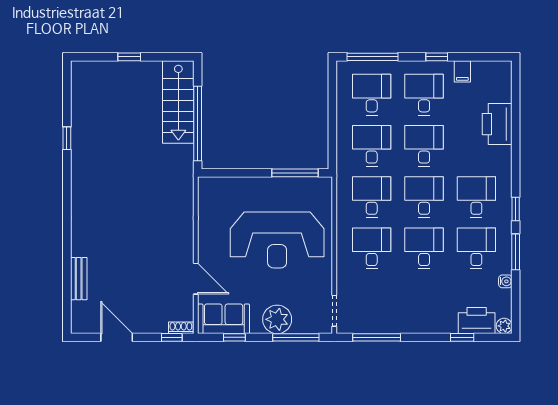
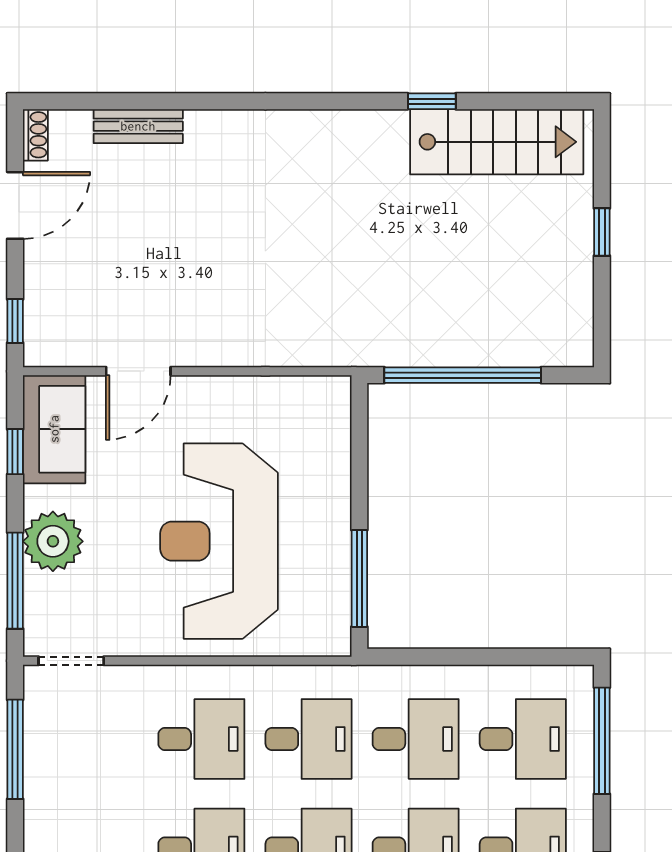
stairs: (178, 102) -> (497, 142), moved, turned 180
shoe rack: (181, 328) -> (35, 135), moved

